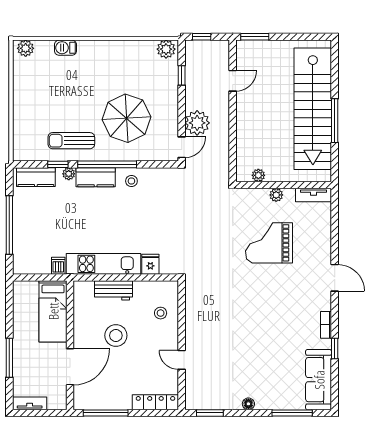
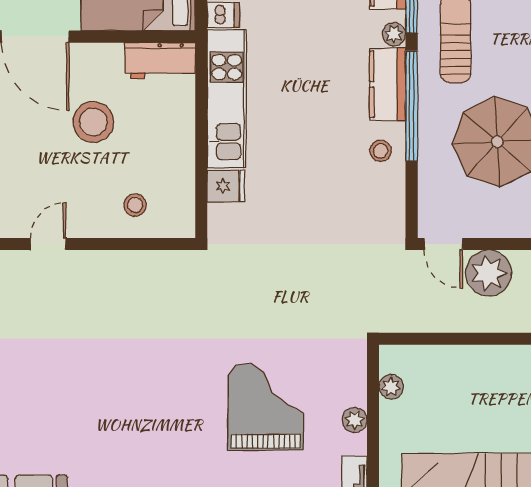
workbench: (114, 290) -> (160, 61), moved, turned -90

